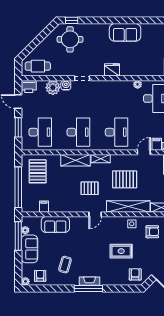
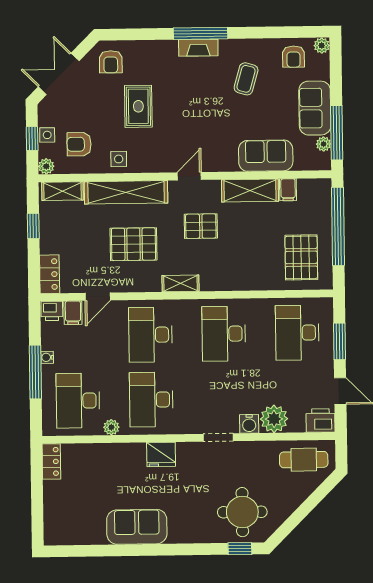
desk: (117, 98) -> (151, 400), added
shelving: (76, 160) -> (250, 191), moved
rug: (121, 251) -> (138, 106), turned 90

